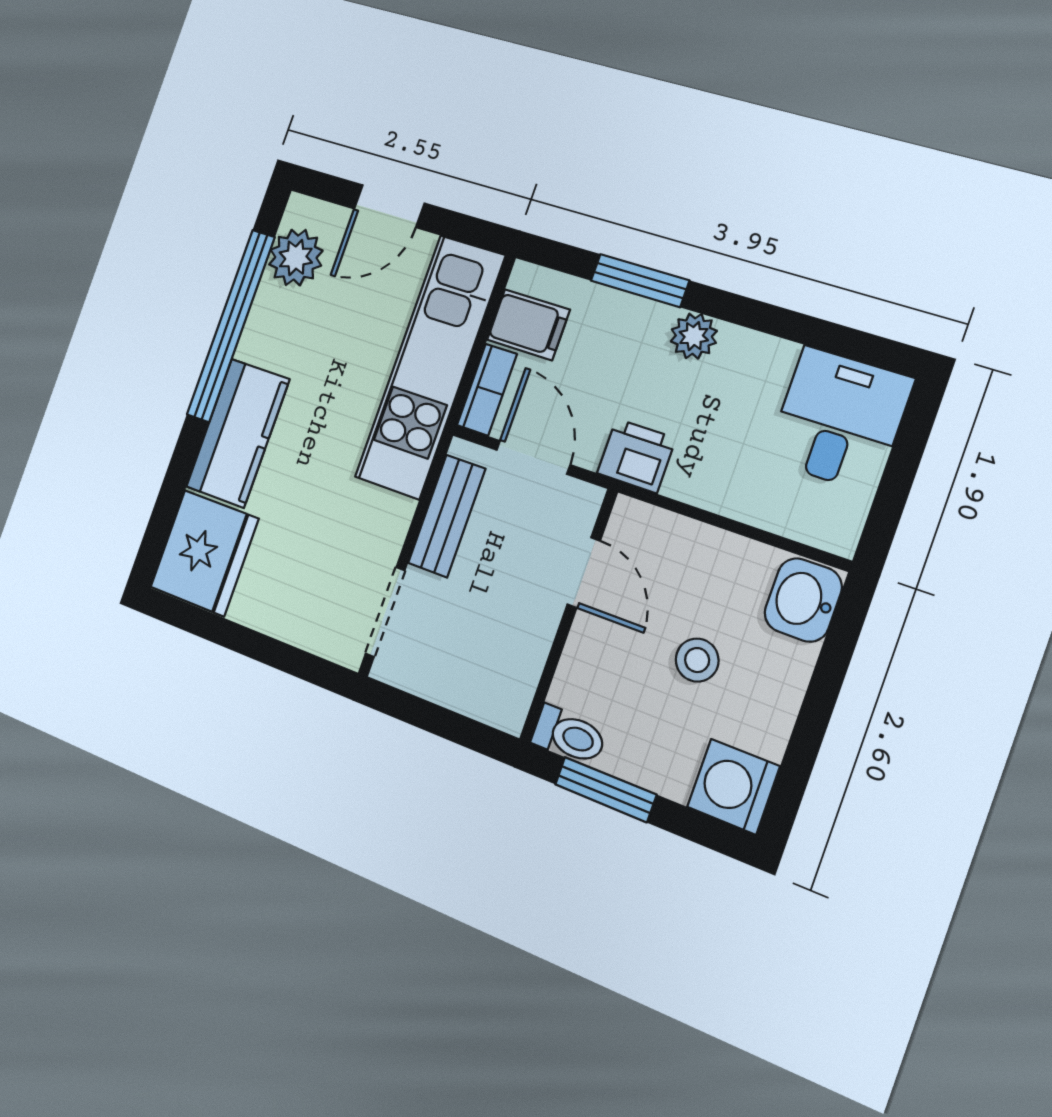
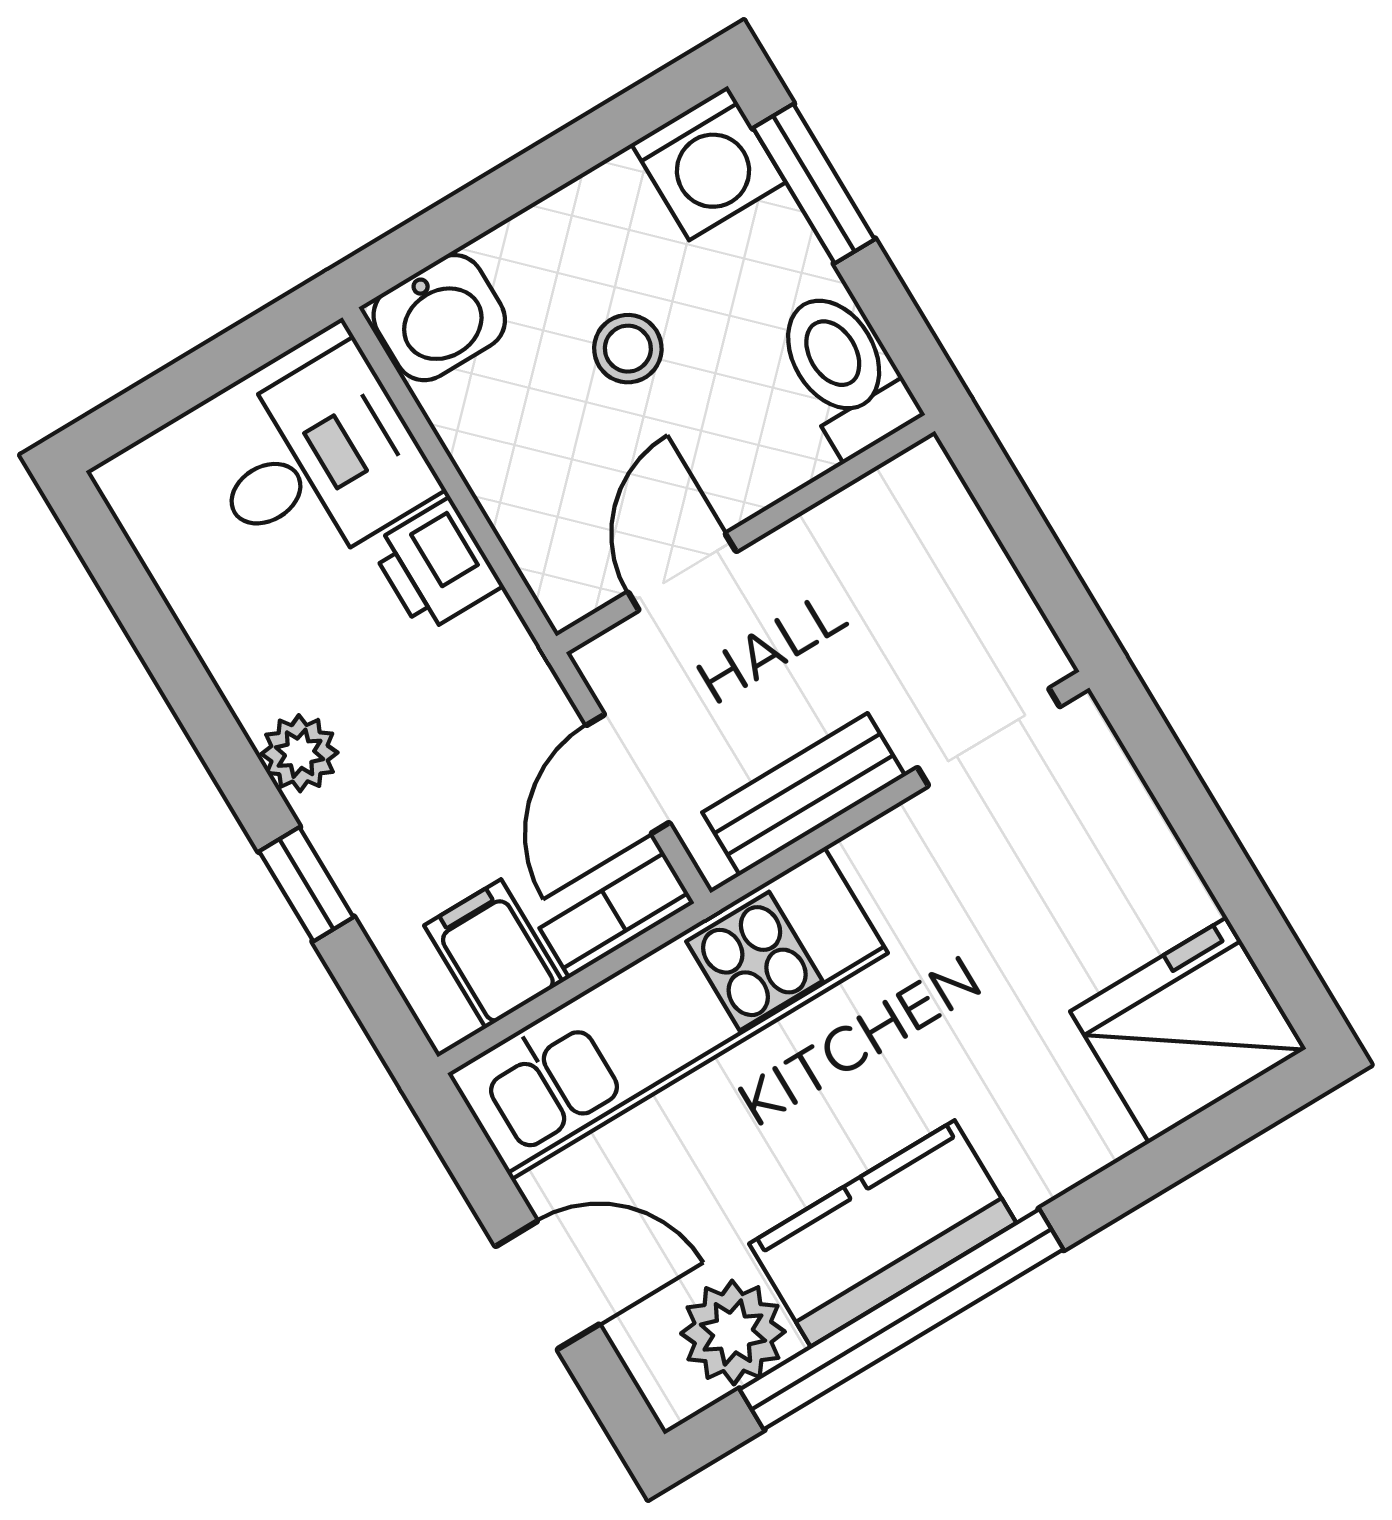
window: (640, 281) -> (306, 884), width x0.67
desk: (839, 419) -> (317, 463), moved, turned 180
kitchen counter: (238, 433) -> (883, 1233), moved
printer: (636, 456) -> (436, 566), moved
toilet: (569, 735) -> (844, 372), width x1.37, depth x1.39
window: (606, 789) -> (814, 184), moved

